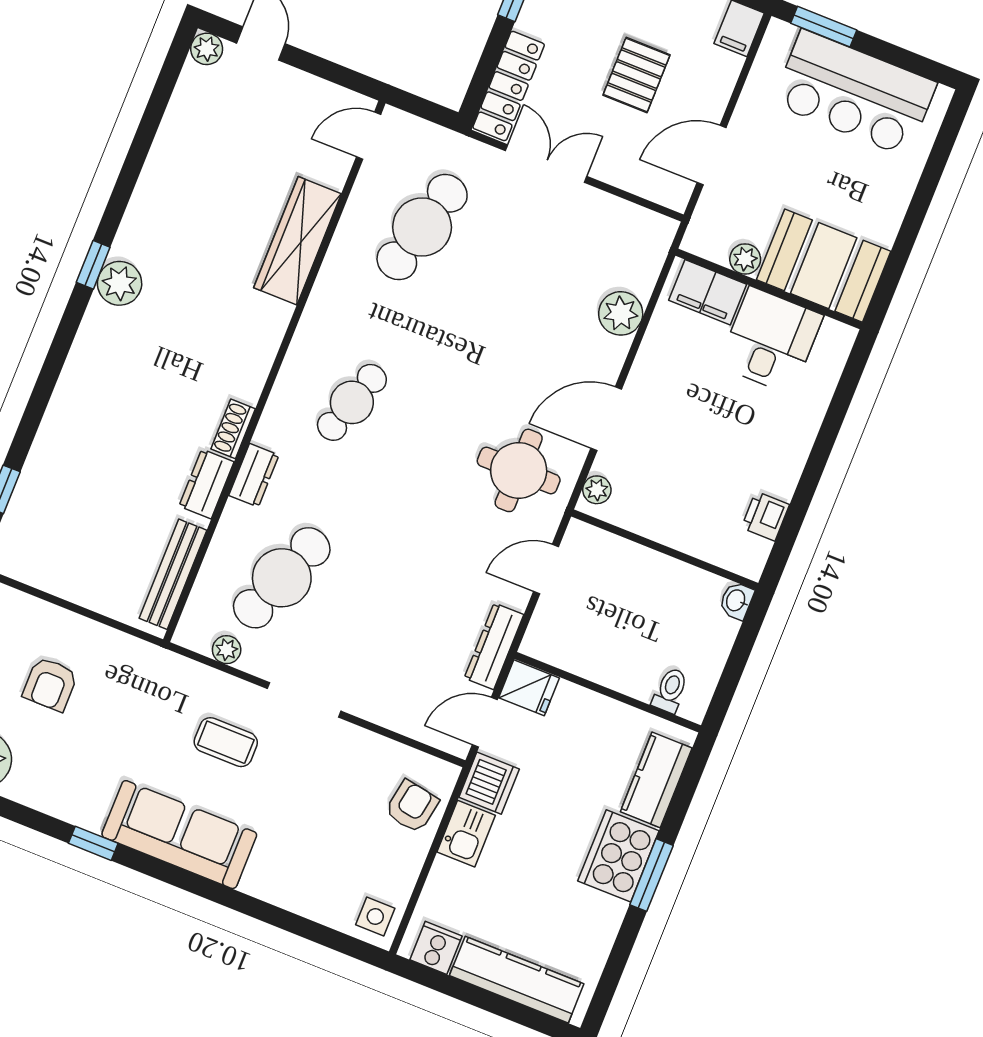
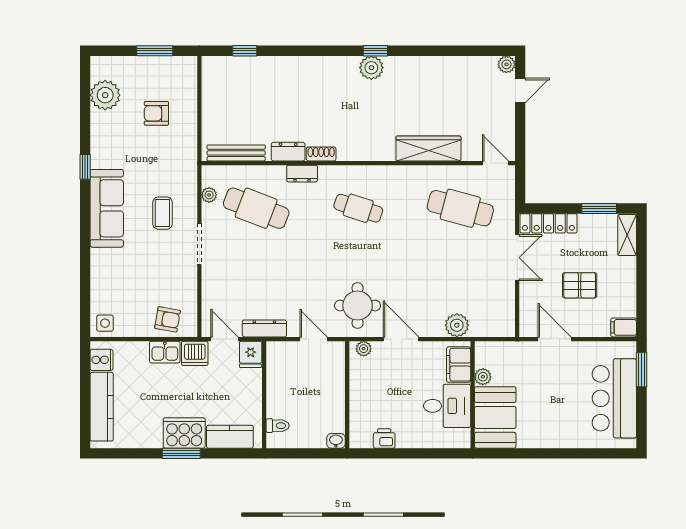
plant: (745, 259) -> (483, 377), moved
booth: (824, 266) -> (495, 417), moved
wall: (769, 289) -> (473, 395), moved
filing cabinet: (708, 292) -> (459, 365), moved
desk: (771, 340) -> (447, 406), moved

